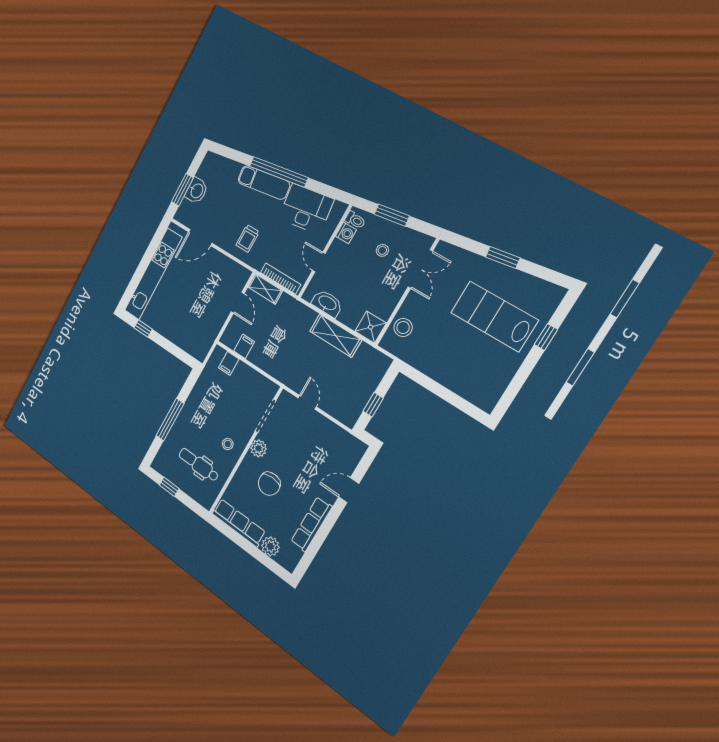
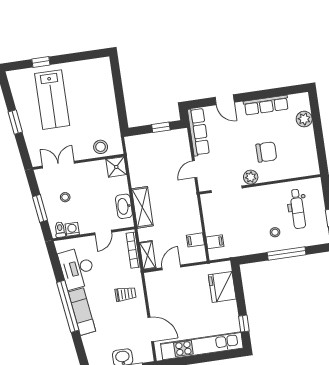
shelving: (336, 335) -> (142, 207), moved
fridge: (186, 336) -> (222, 287), added
stool: (228, 444) -> (275, 232), moved
row of seats: (239, 523) -> (198, 132), moved, turned 180

